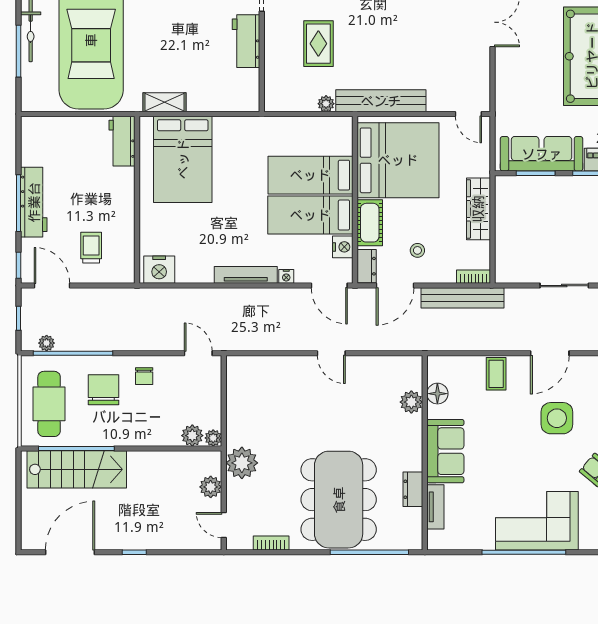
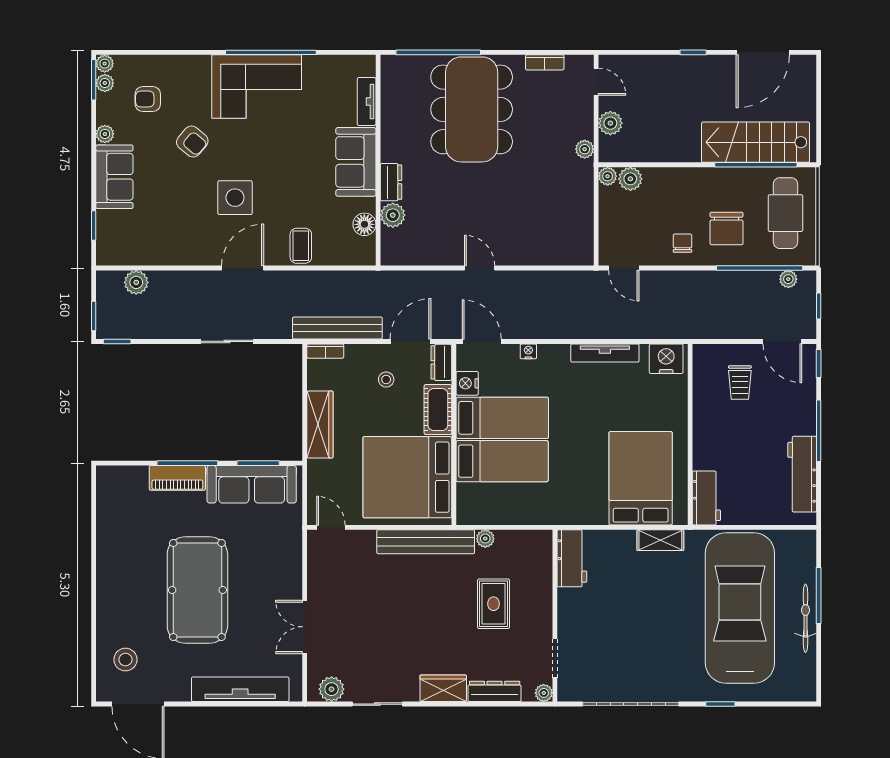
workbench: (246, 41) -> (572, 558), moved
workbench: (34, 202) -> (802, 474), moved
tv unit: (246, 275) -> (605, 353), moved
plant: (242, 463) -> (585, 149), width x0.53, depth x0.53
dresser: (413, 489) -> (391, 182), moved

